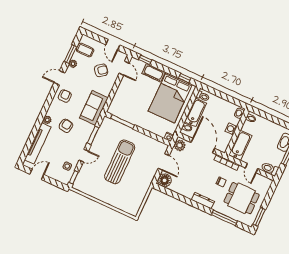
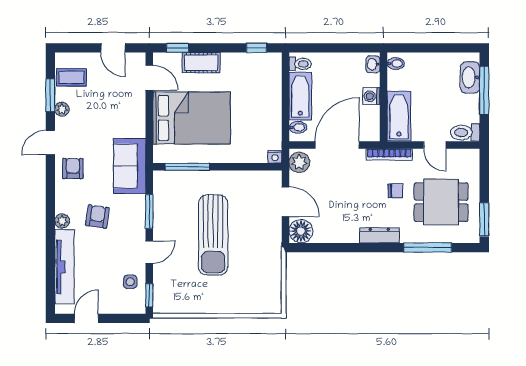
armchair: (101, 70) -> (113, 99), removed
bed: (170, 98) -> (192, 118), moved, turned -90
door: (203, 145) -> (337, 145), hinge flipped
sun lounger: (120, 162) -> (213, 235), turned 180

